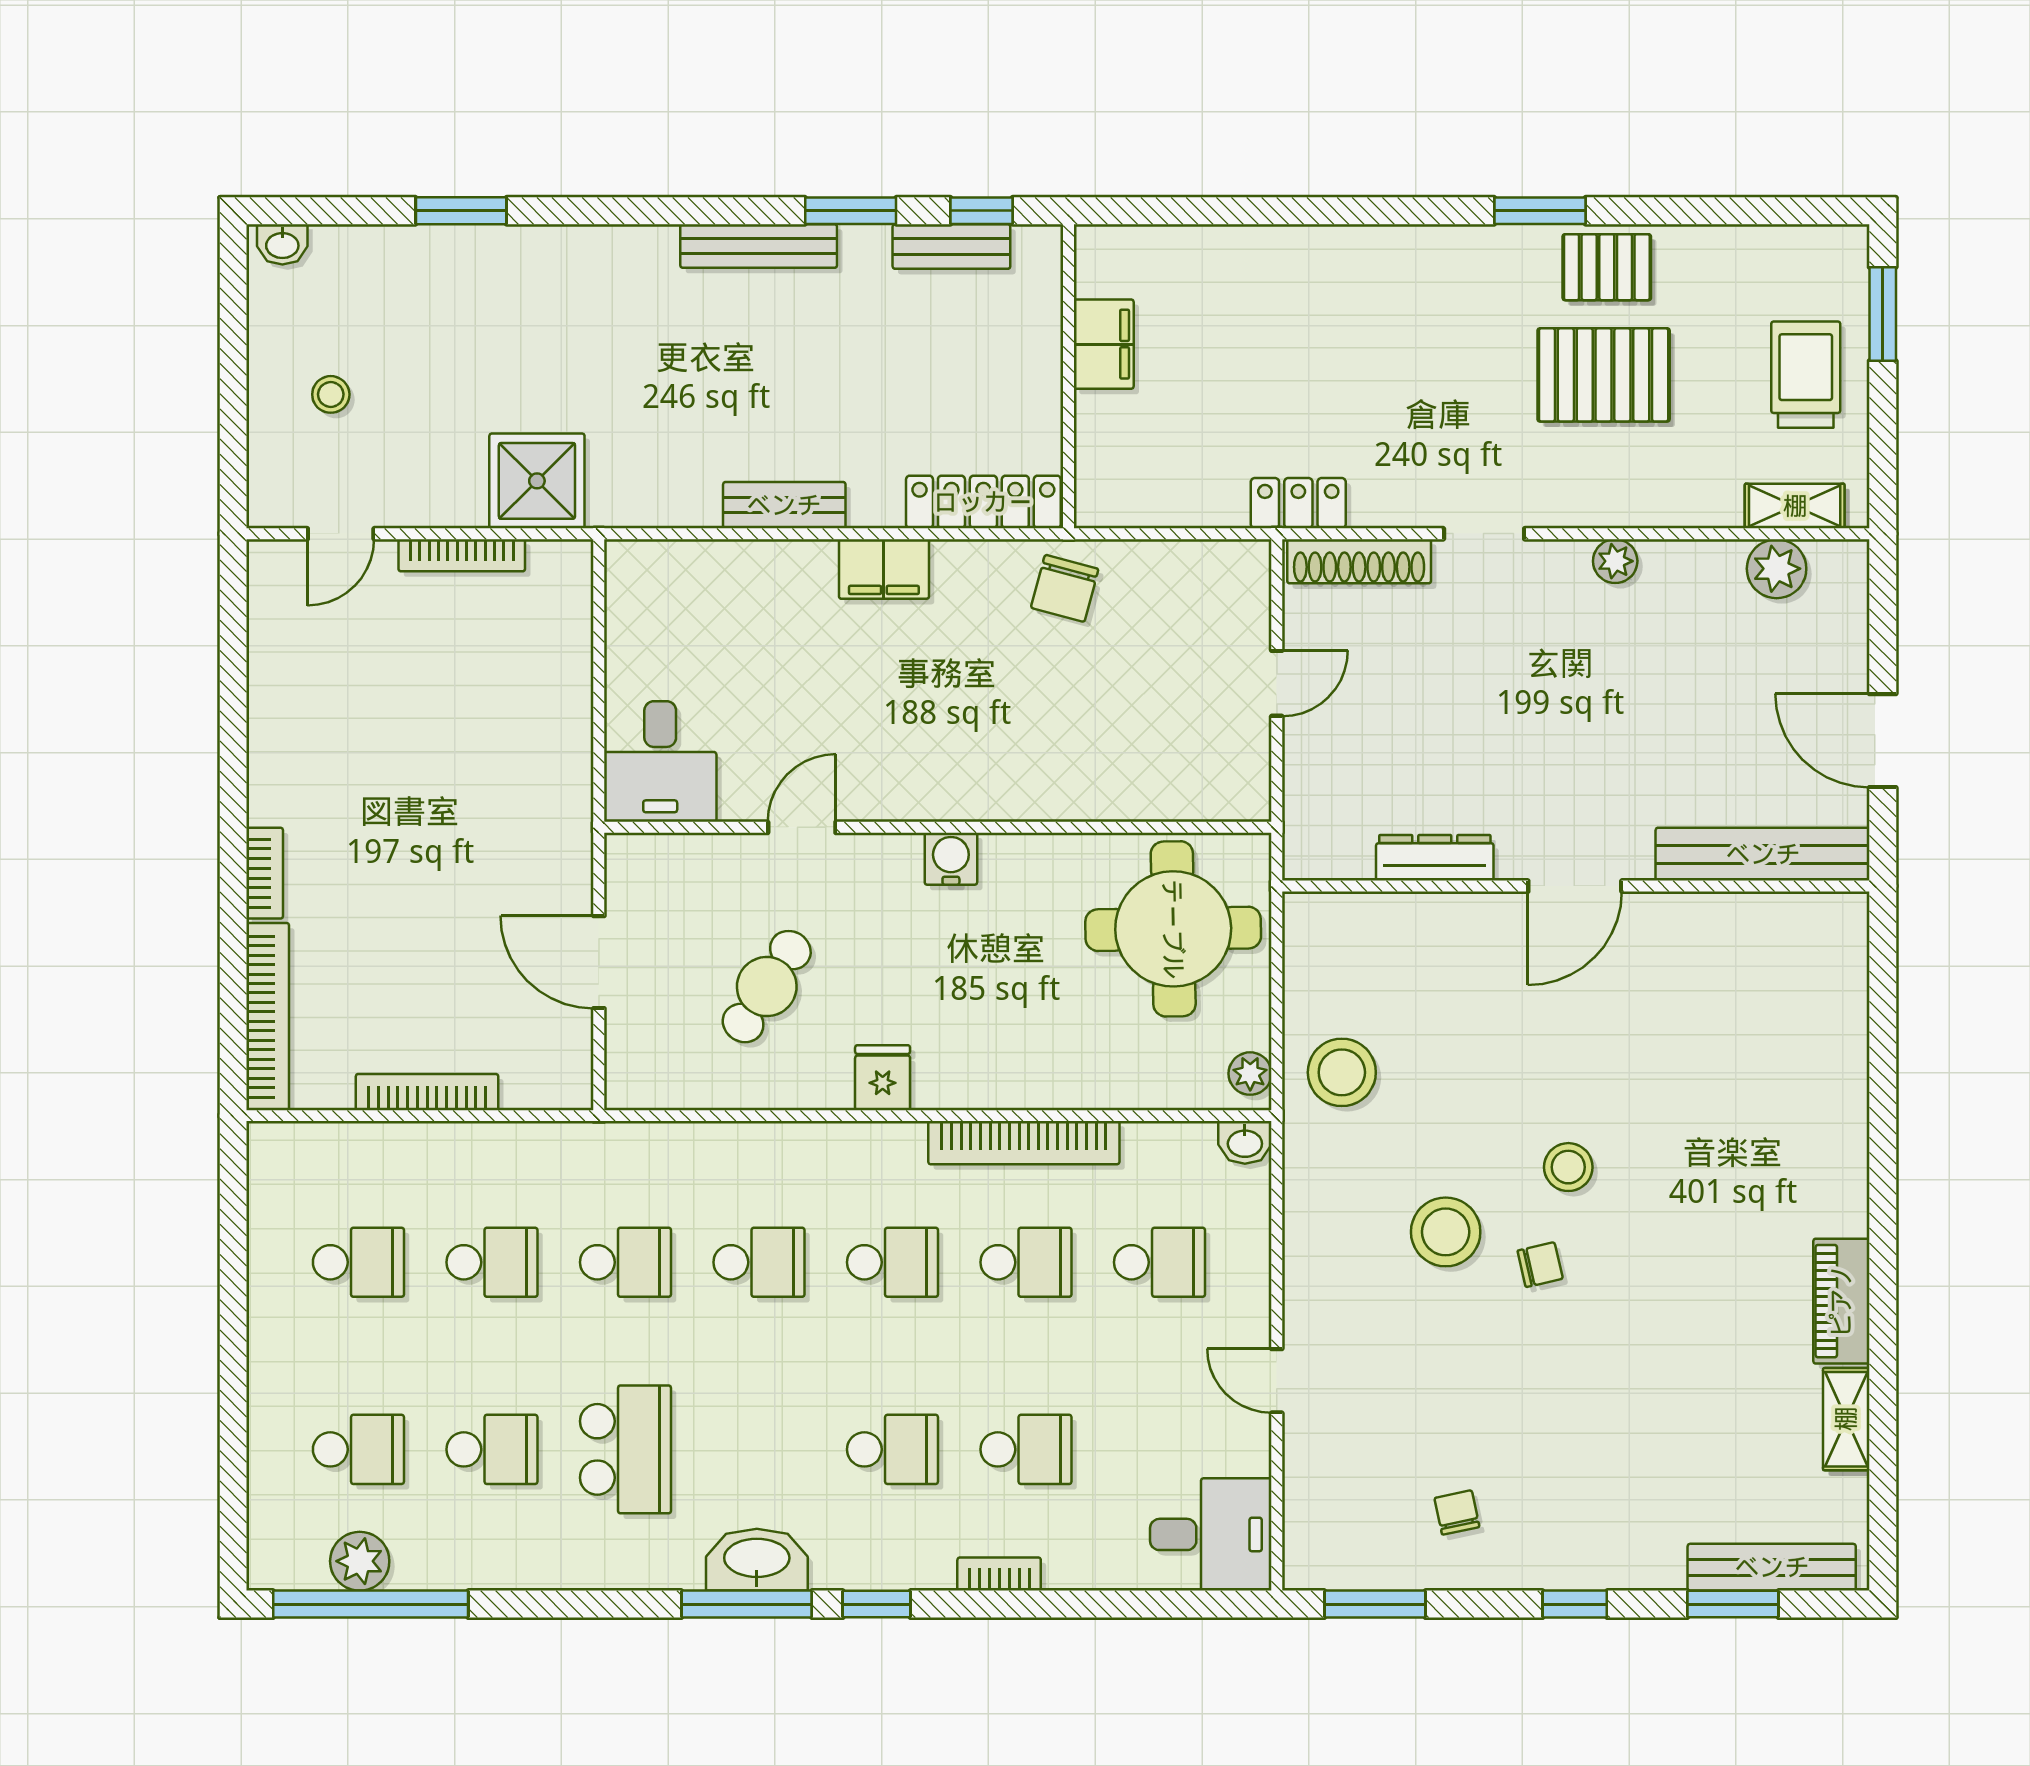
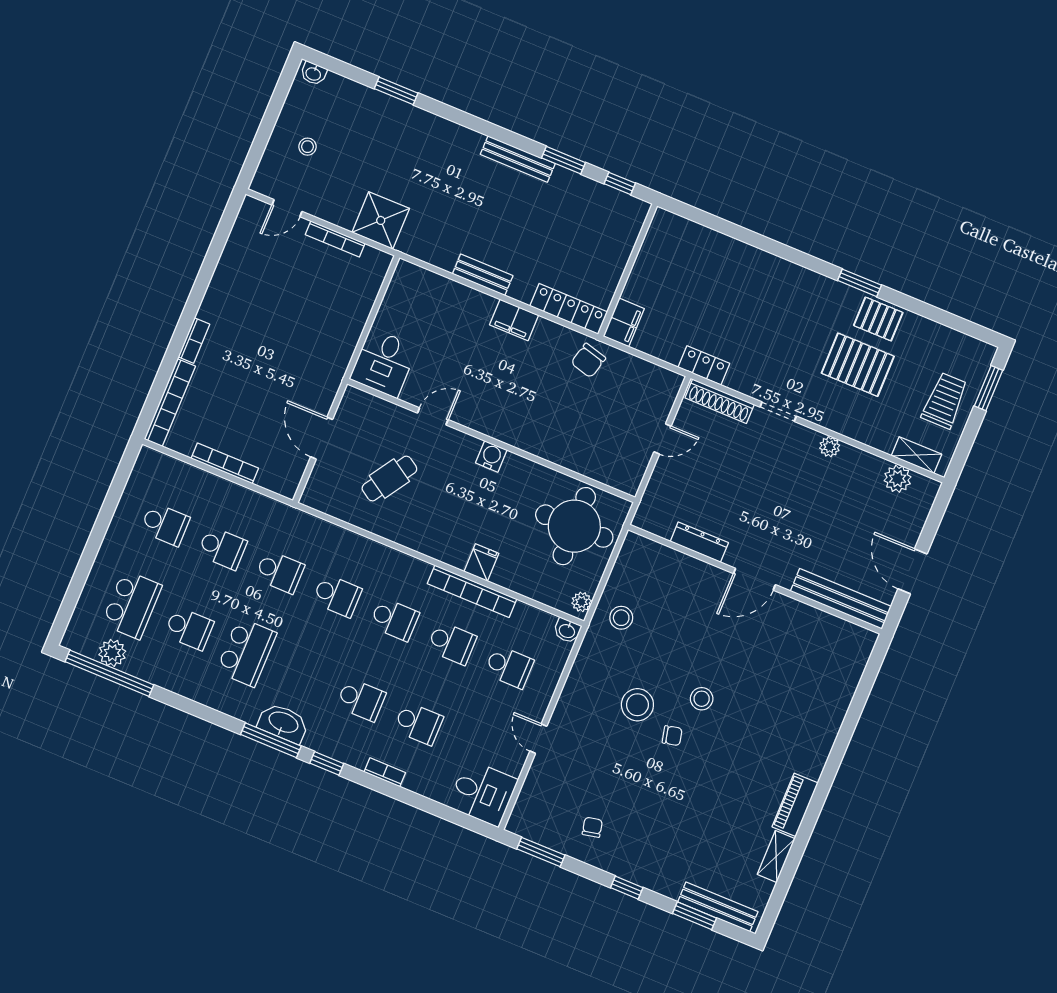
bench: (951, 247) -> (600, 194), removed
filing cabinet: (1104, 344) -> (624, 322), moved
stool: (1342, 1072) -> (621, 618), width x0.73, depth x0.73
fridge: (883, 1078) -> (481, 562), moved
school desk: (358, 1449) -> (132, 605), width x1.85

